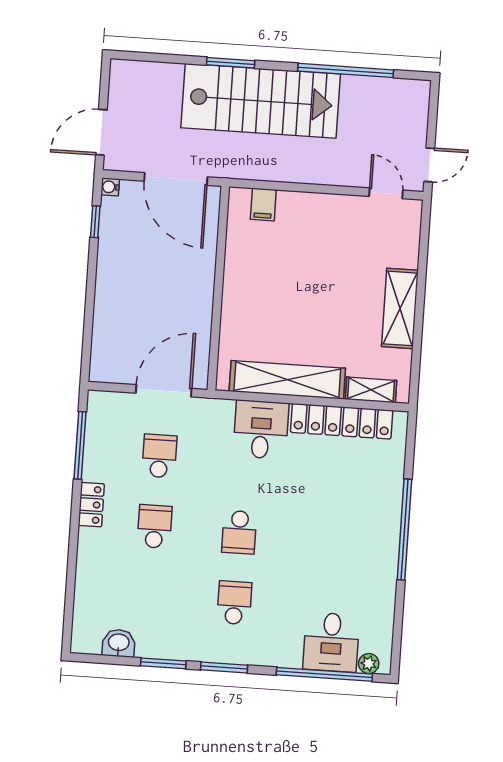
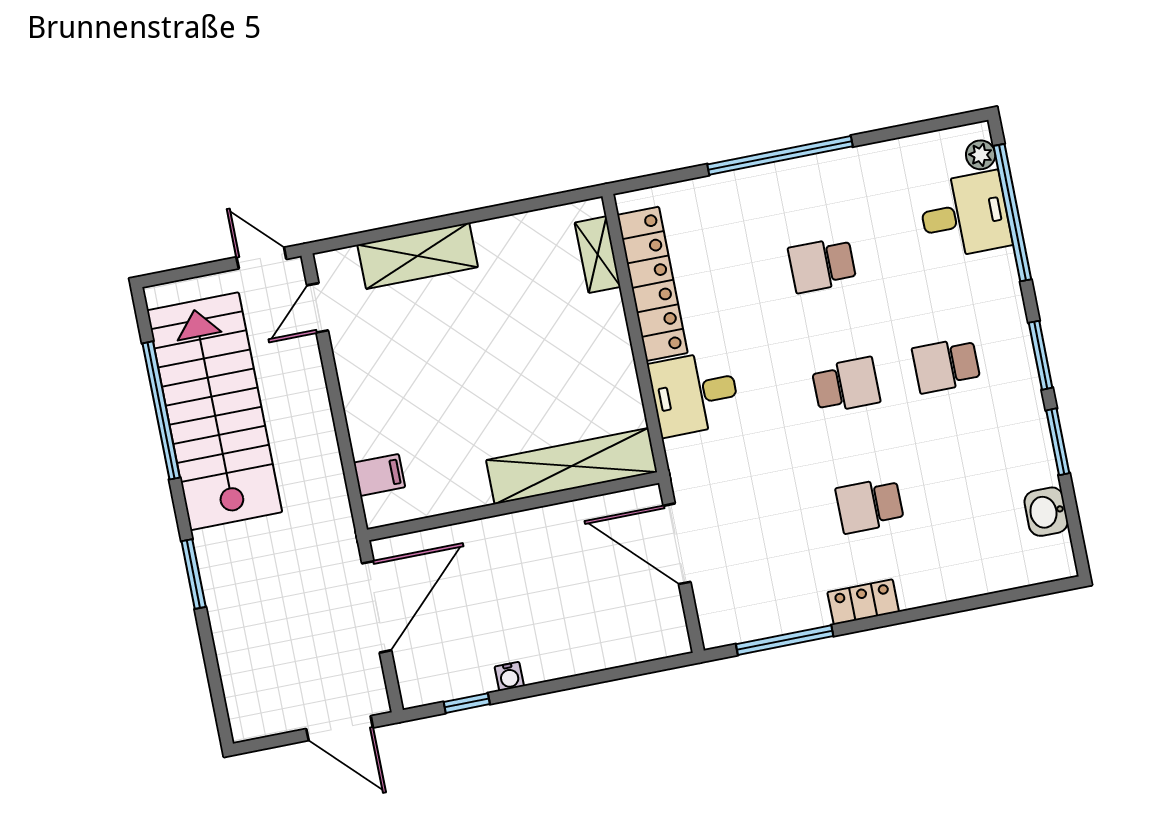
stairs: (261, 101) -> (215, 411), moved
water cooler: (110, 187) -> (509, 676), moved
shelving: (400, 308) -> (418, 256), moved
shelving: (287, 380) -> (572, 466), moved, turned 90
school desk: (159, 456) -> (822, 265), moved

